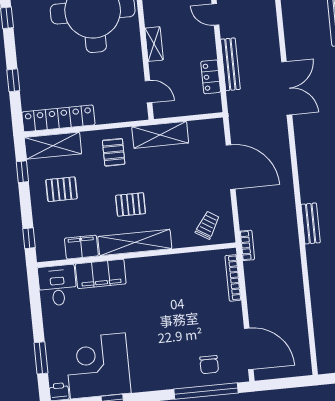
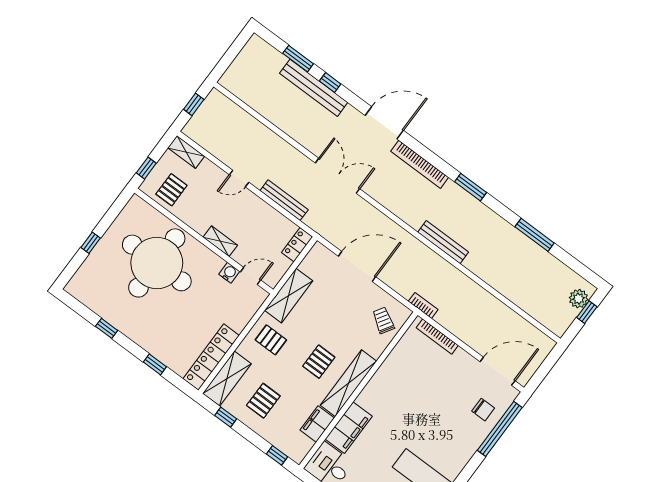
water cooler: (136, 73) -> (229, 273), added
locker: (211, 77) -> (297, 245), moved, turned 90
bench: (311, 223) -> (443, 242), width x1.36

